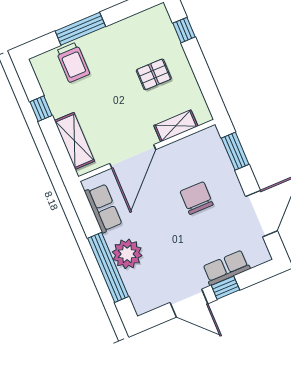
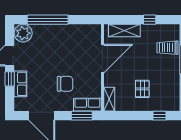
shelving: (176, 126) -> (109, 99), moved
door: (133, 156) -> (102, 59), swing flipped
row of seats: (103, 208) -> (87, 105), moved, turned 180
plant: (127, 254) -> (23, 33), moved

